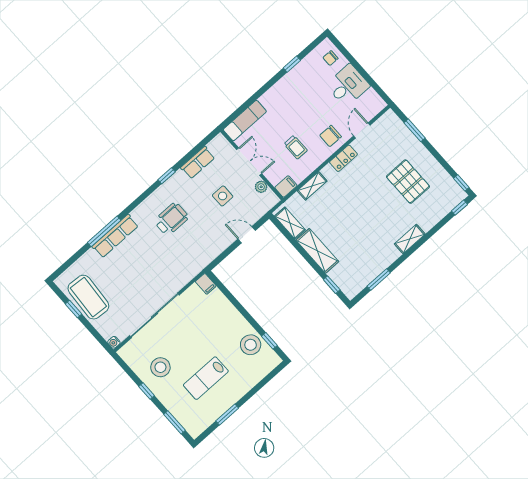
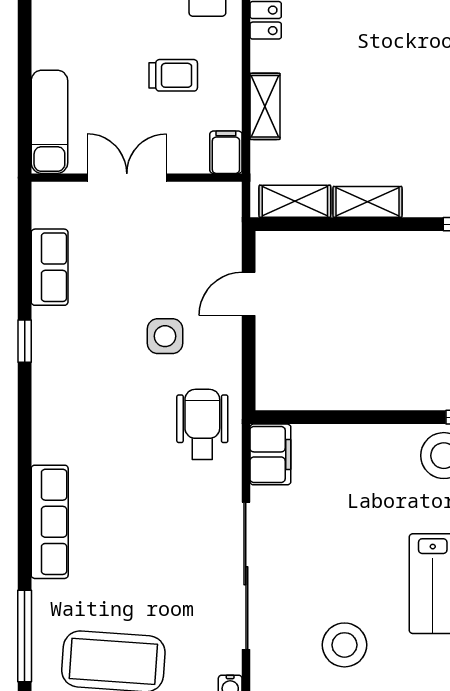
plant: (261, 187) -> (188, 195), removed
side table: (223, 196) -> (165, 336), moved
wheelchair: (171, 219) -> (202, 424), moved
window: (104, 231) -> (25, 636), moved
shelving: (317, 251) -> (368, 202), width x0.67, depth x0.75
filing cabinet: (206, 284) -> (270, 454), width x2.00

